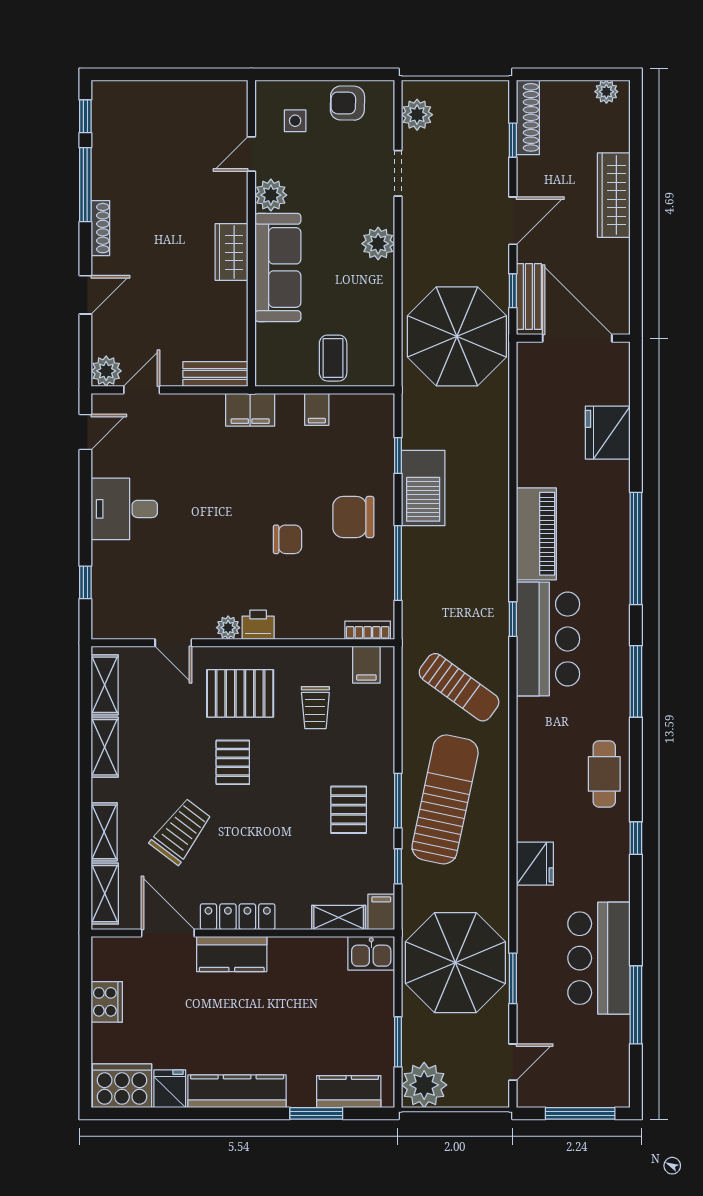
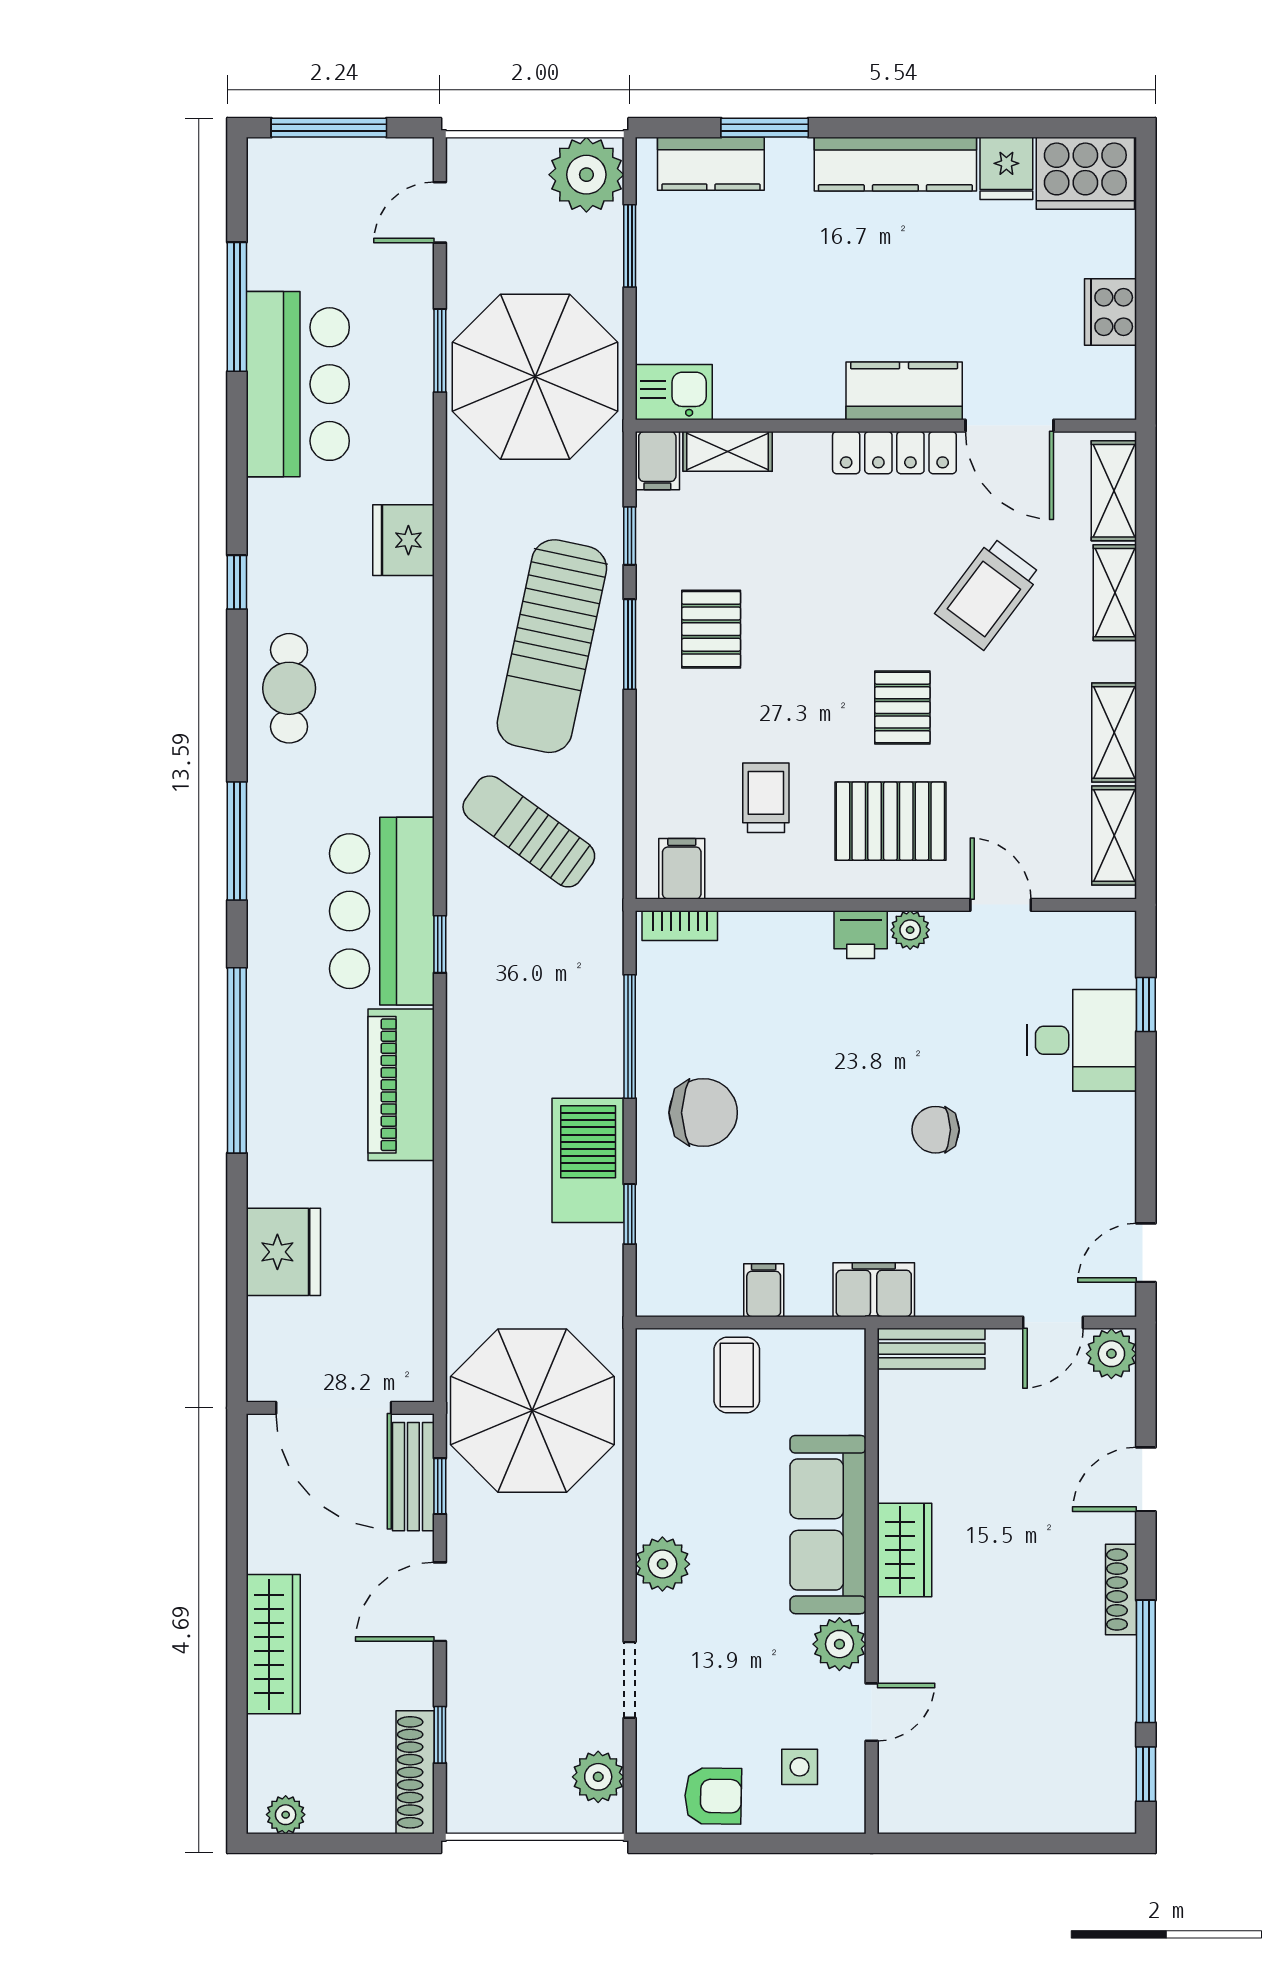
desk: (124, 509) -> (1082, 1040), moved
chair: (287, 539) -> (936, 1130), moved

